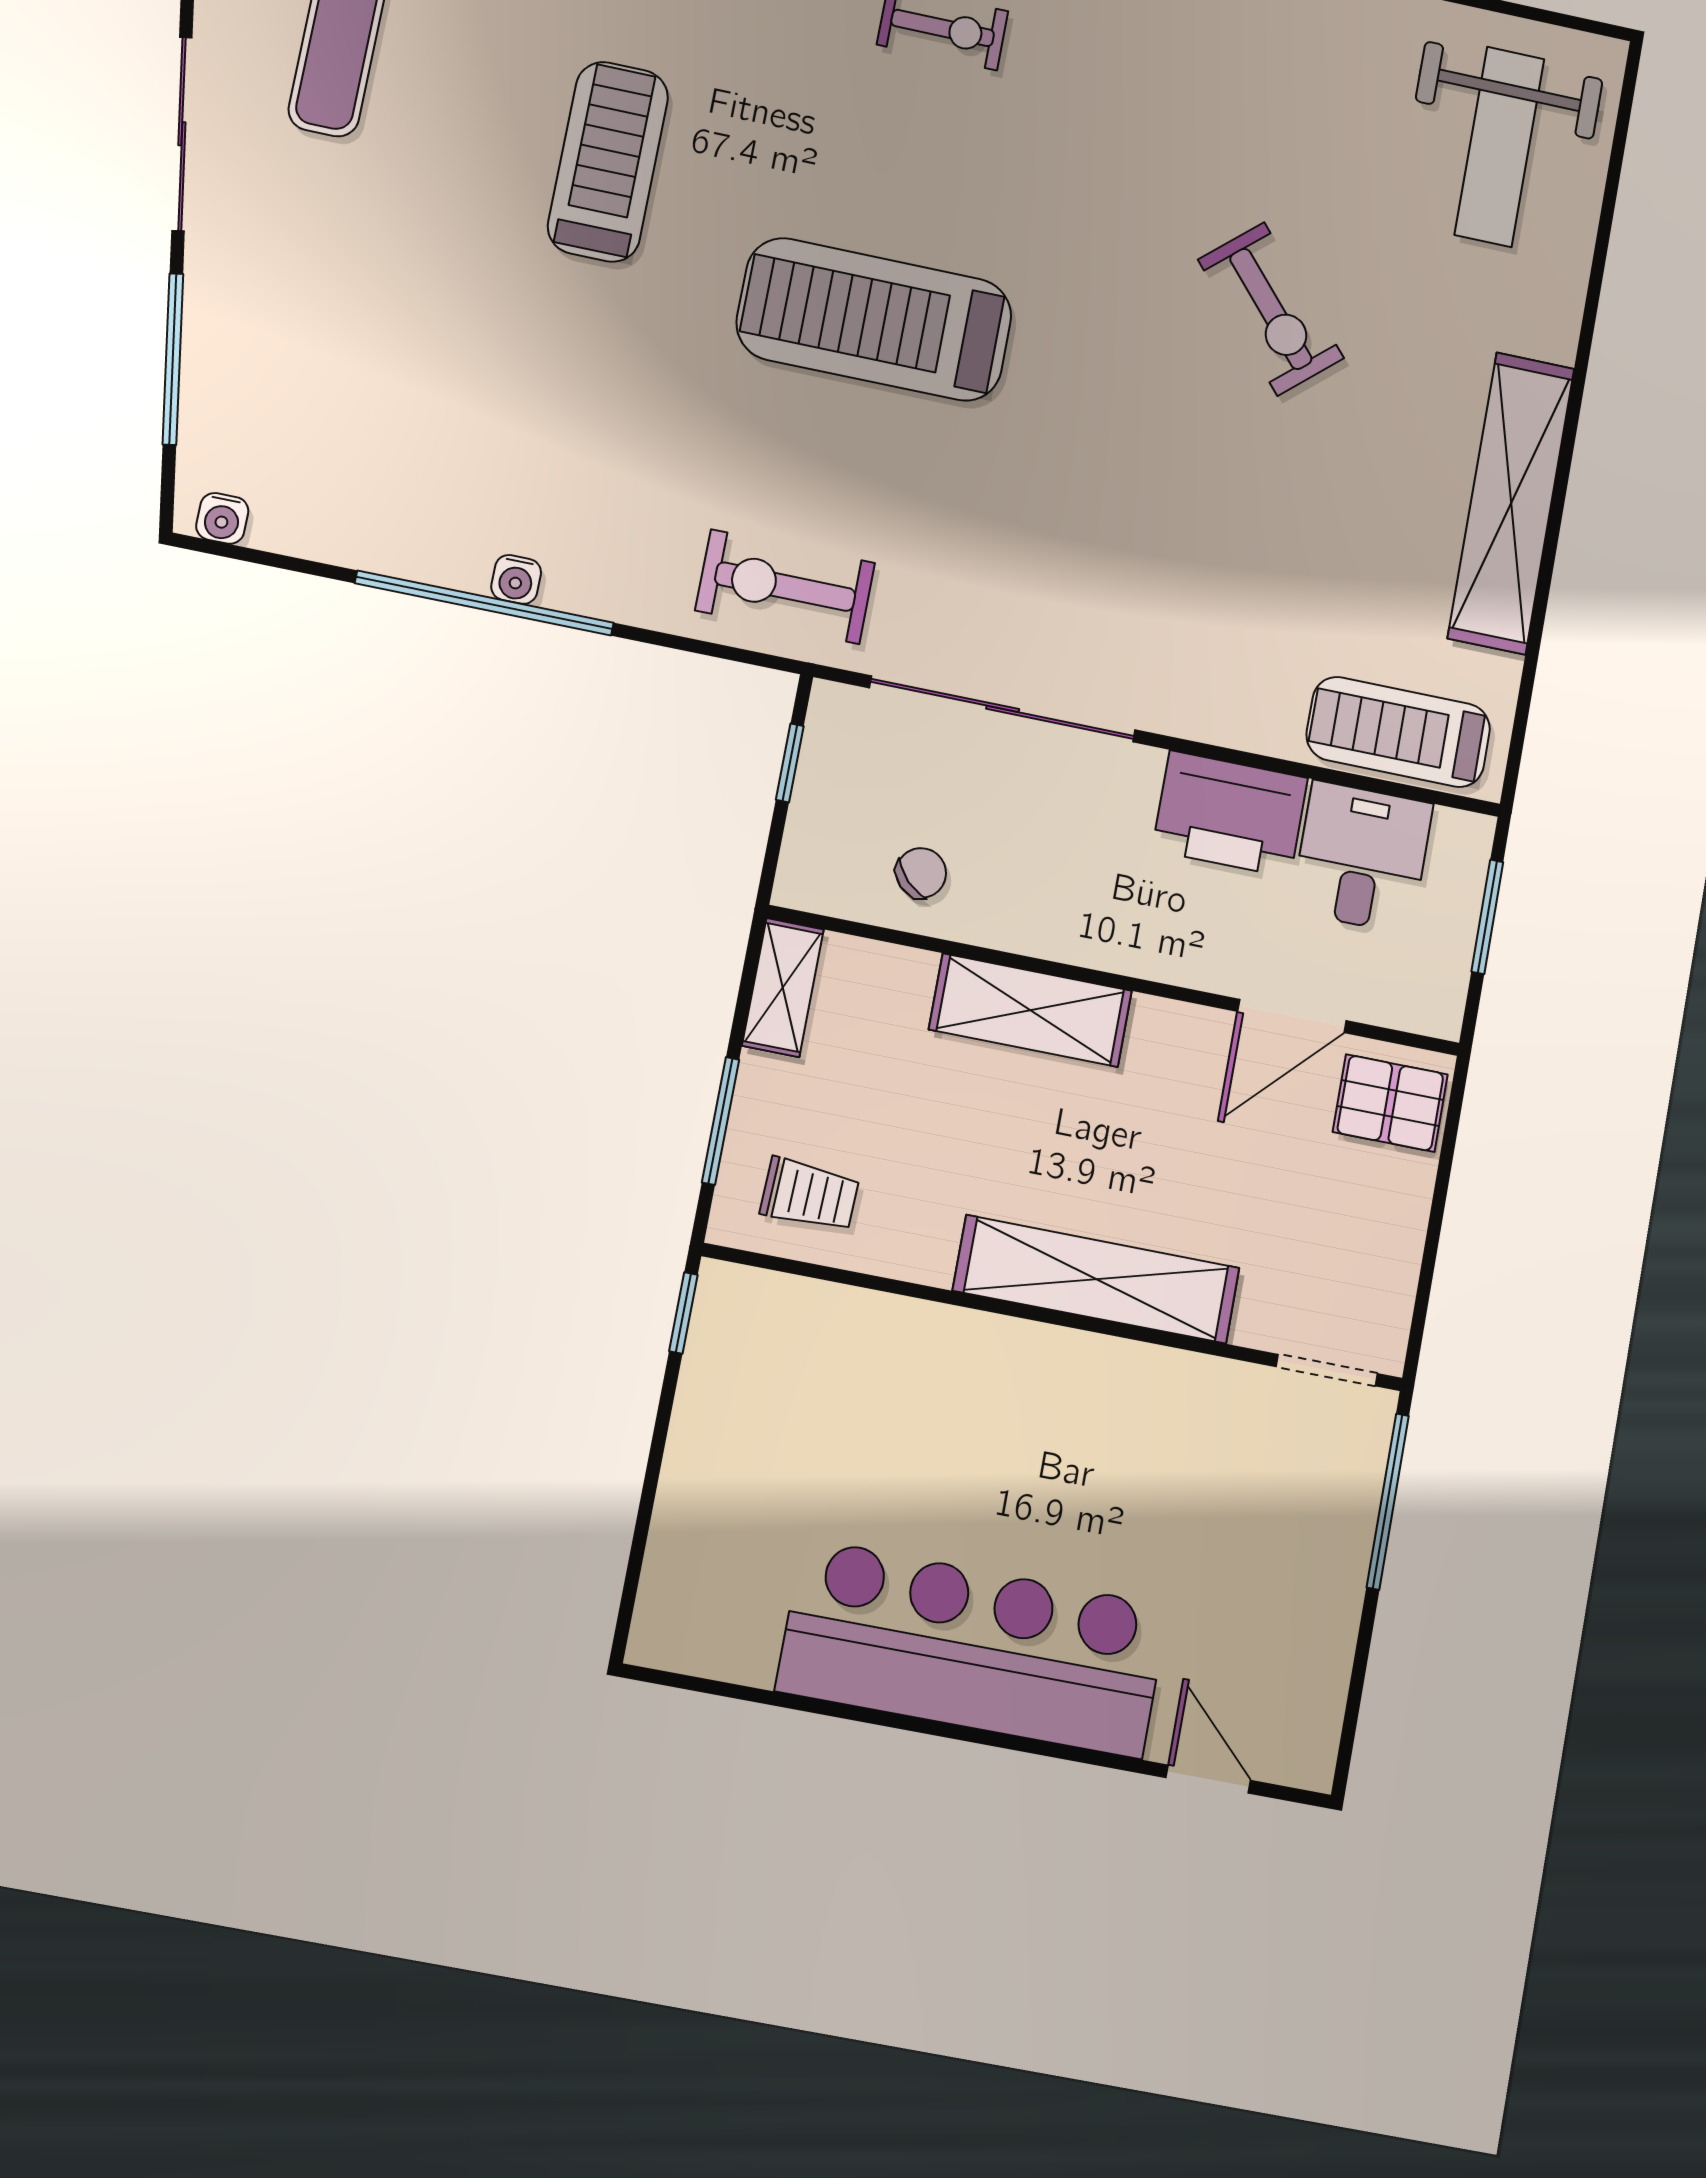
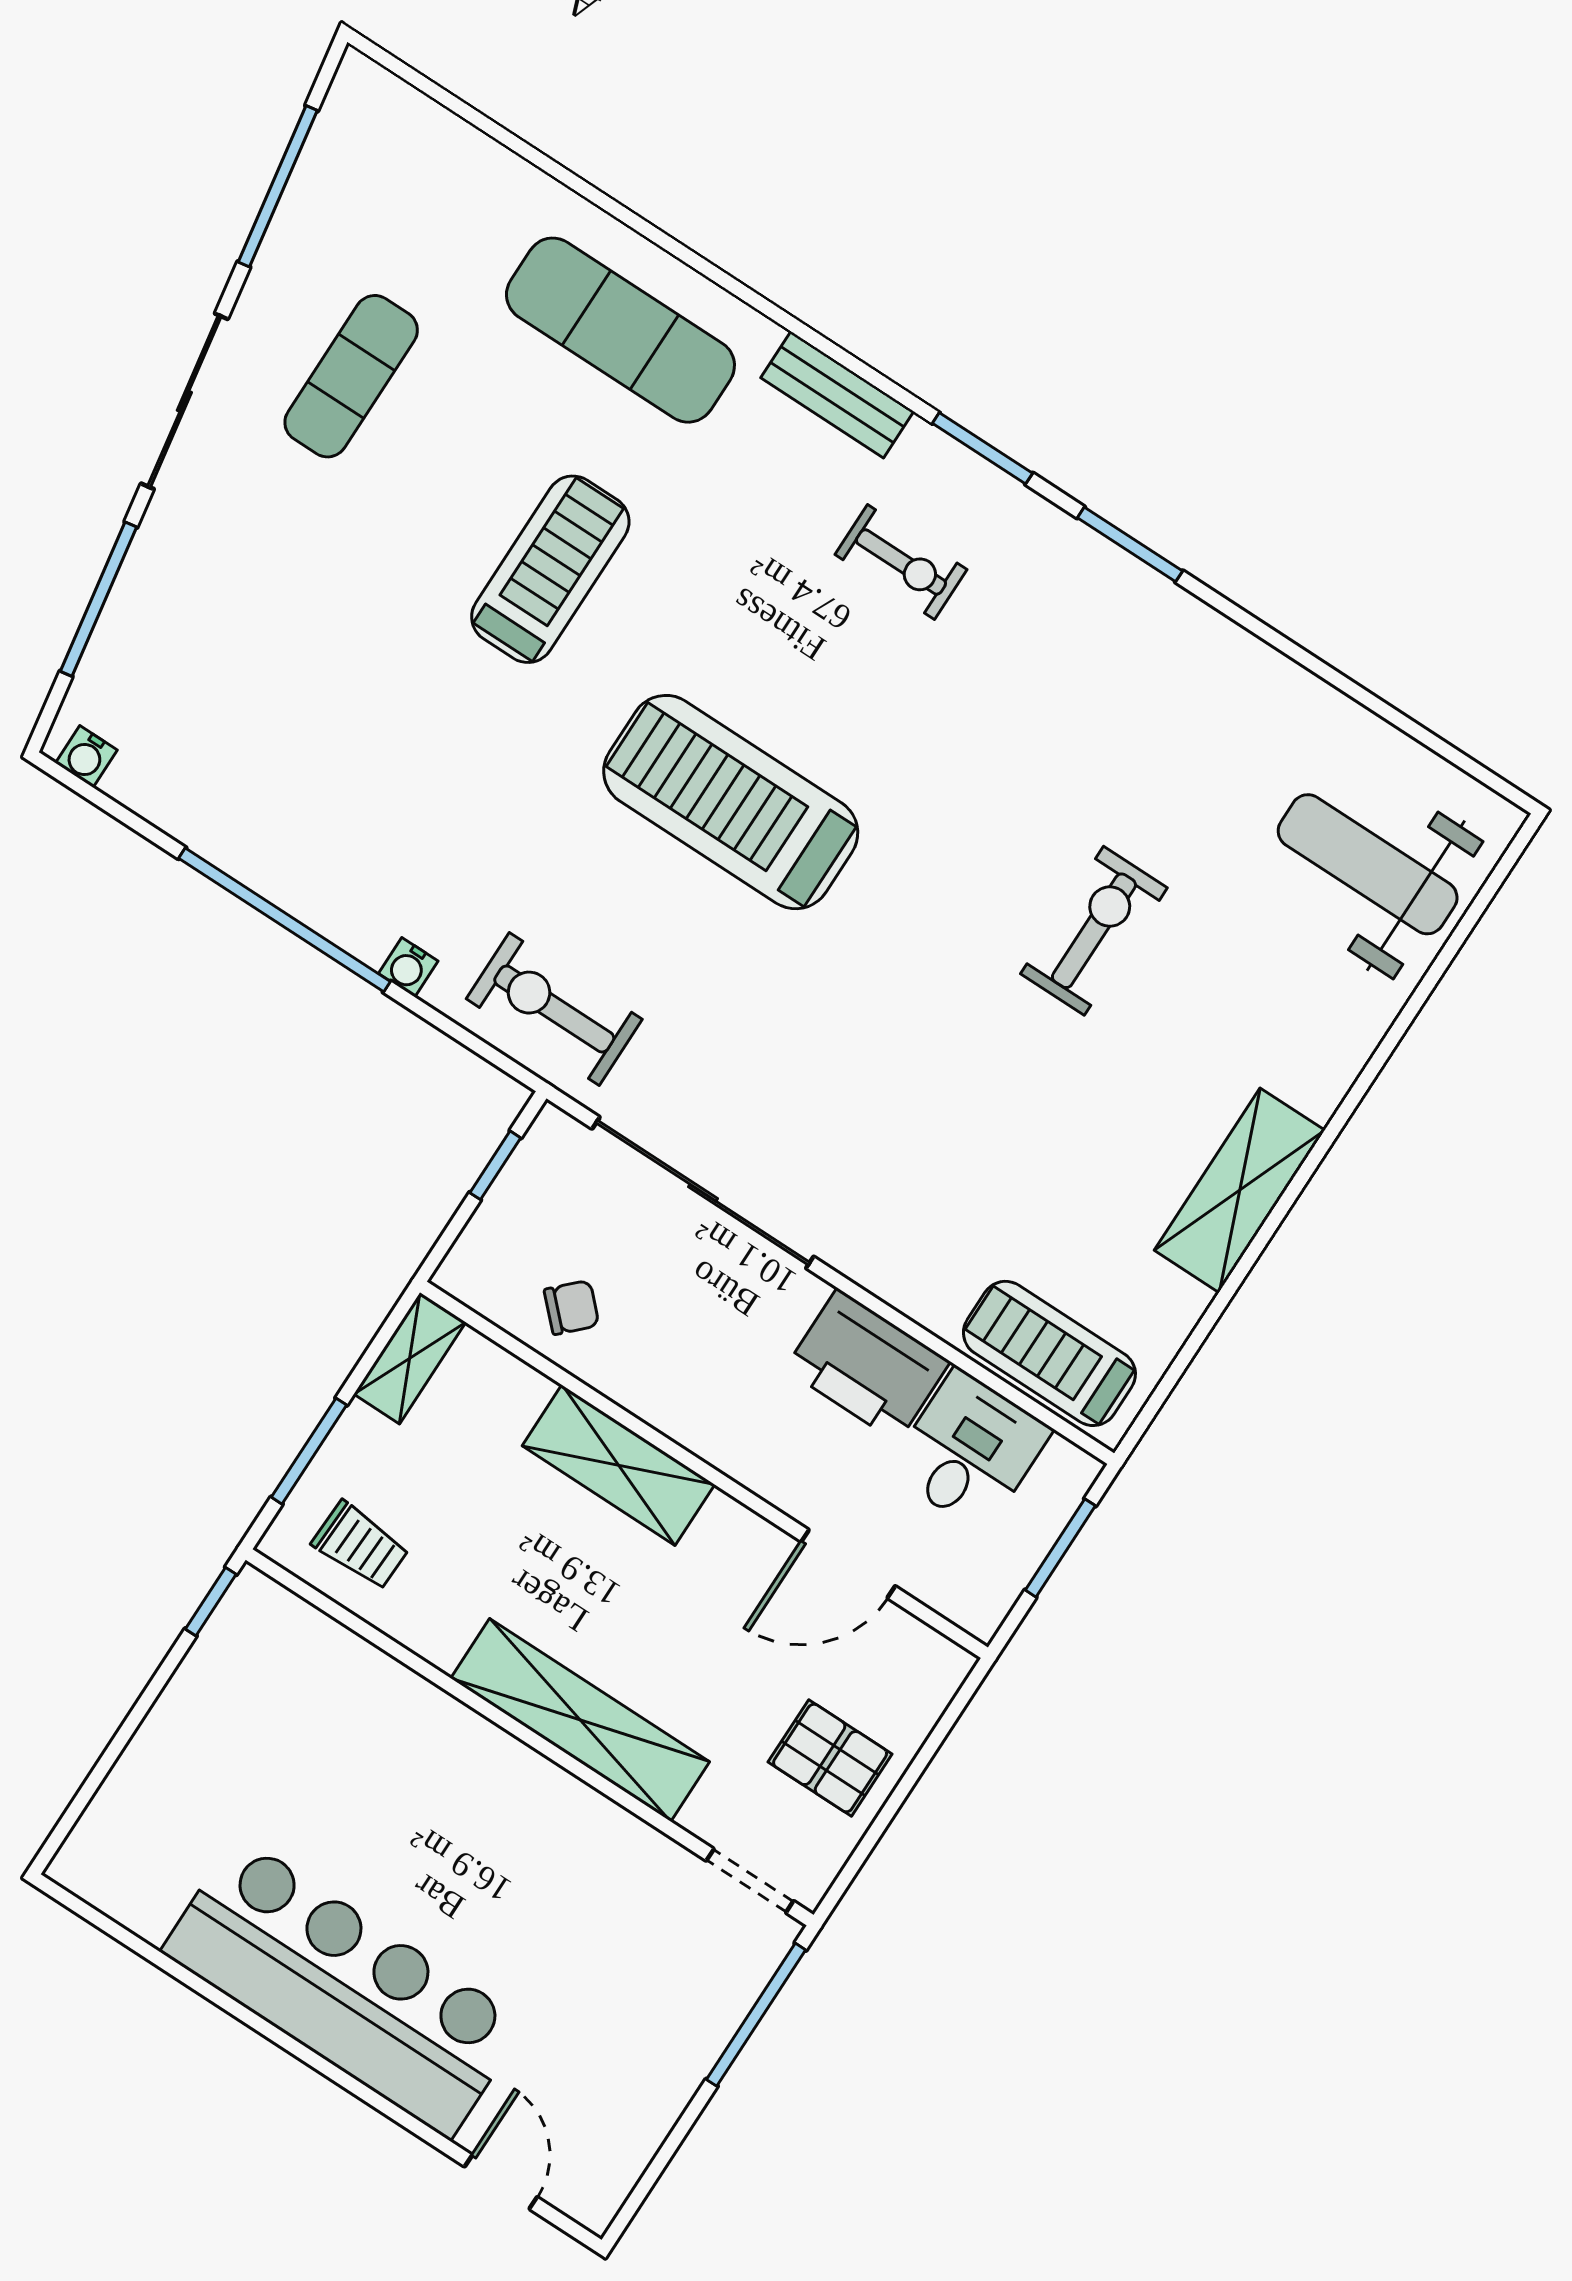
weight bench: (1499, 147) -> (1368, 864), turned 90
exercise bike: (1271, 309) -> (1094, 931), turned -139
shelving: (1511, 503) -> (1240, 1190), width x0.68
water cooler: (516, 579) -> (408, 967), moved
pallet: (1390, 1103) -> (830, 1758), moved

